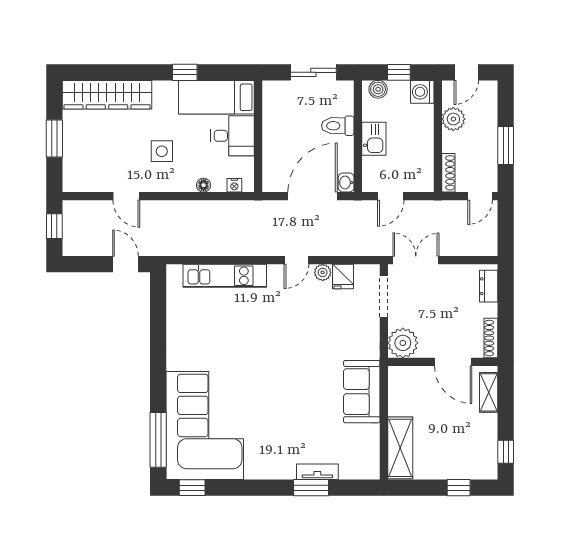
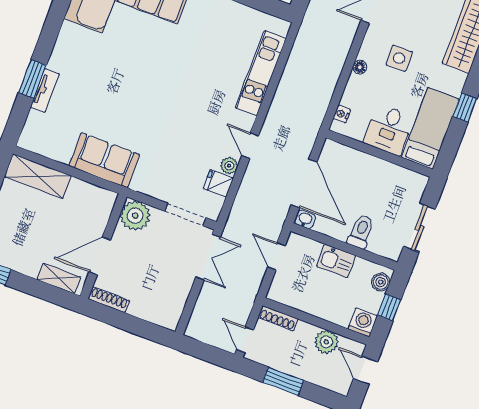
floor lamp: (204, 185) -> (360, 67), moved
dresser: (489, 286) -> (158, 316), removed

